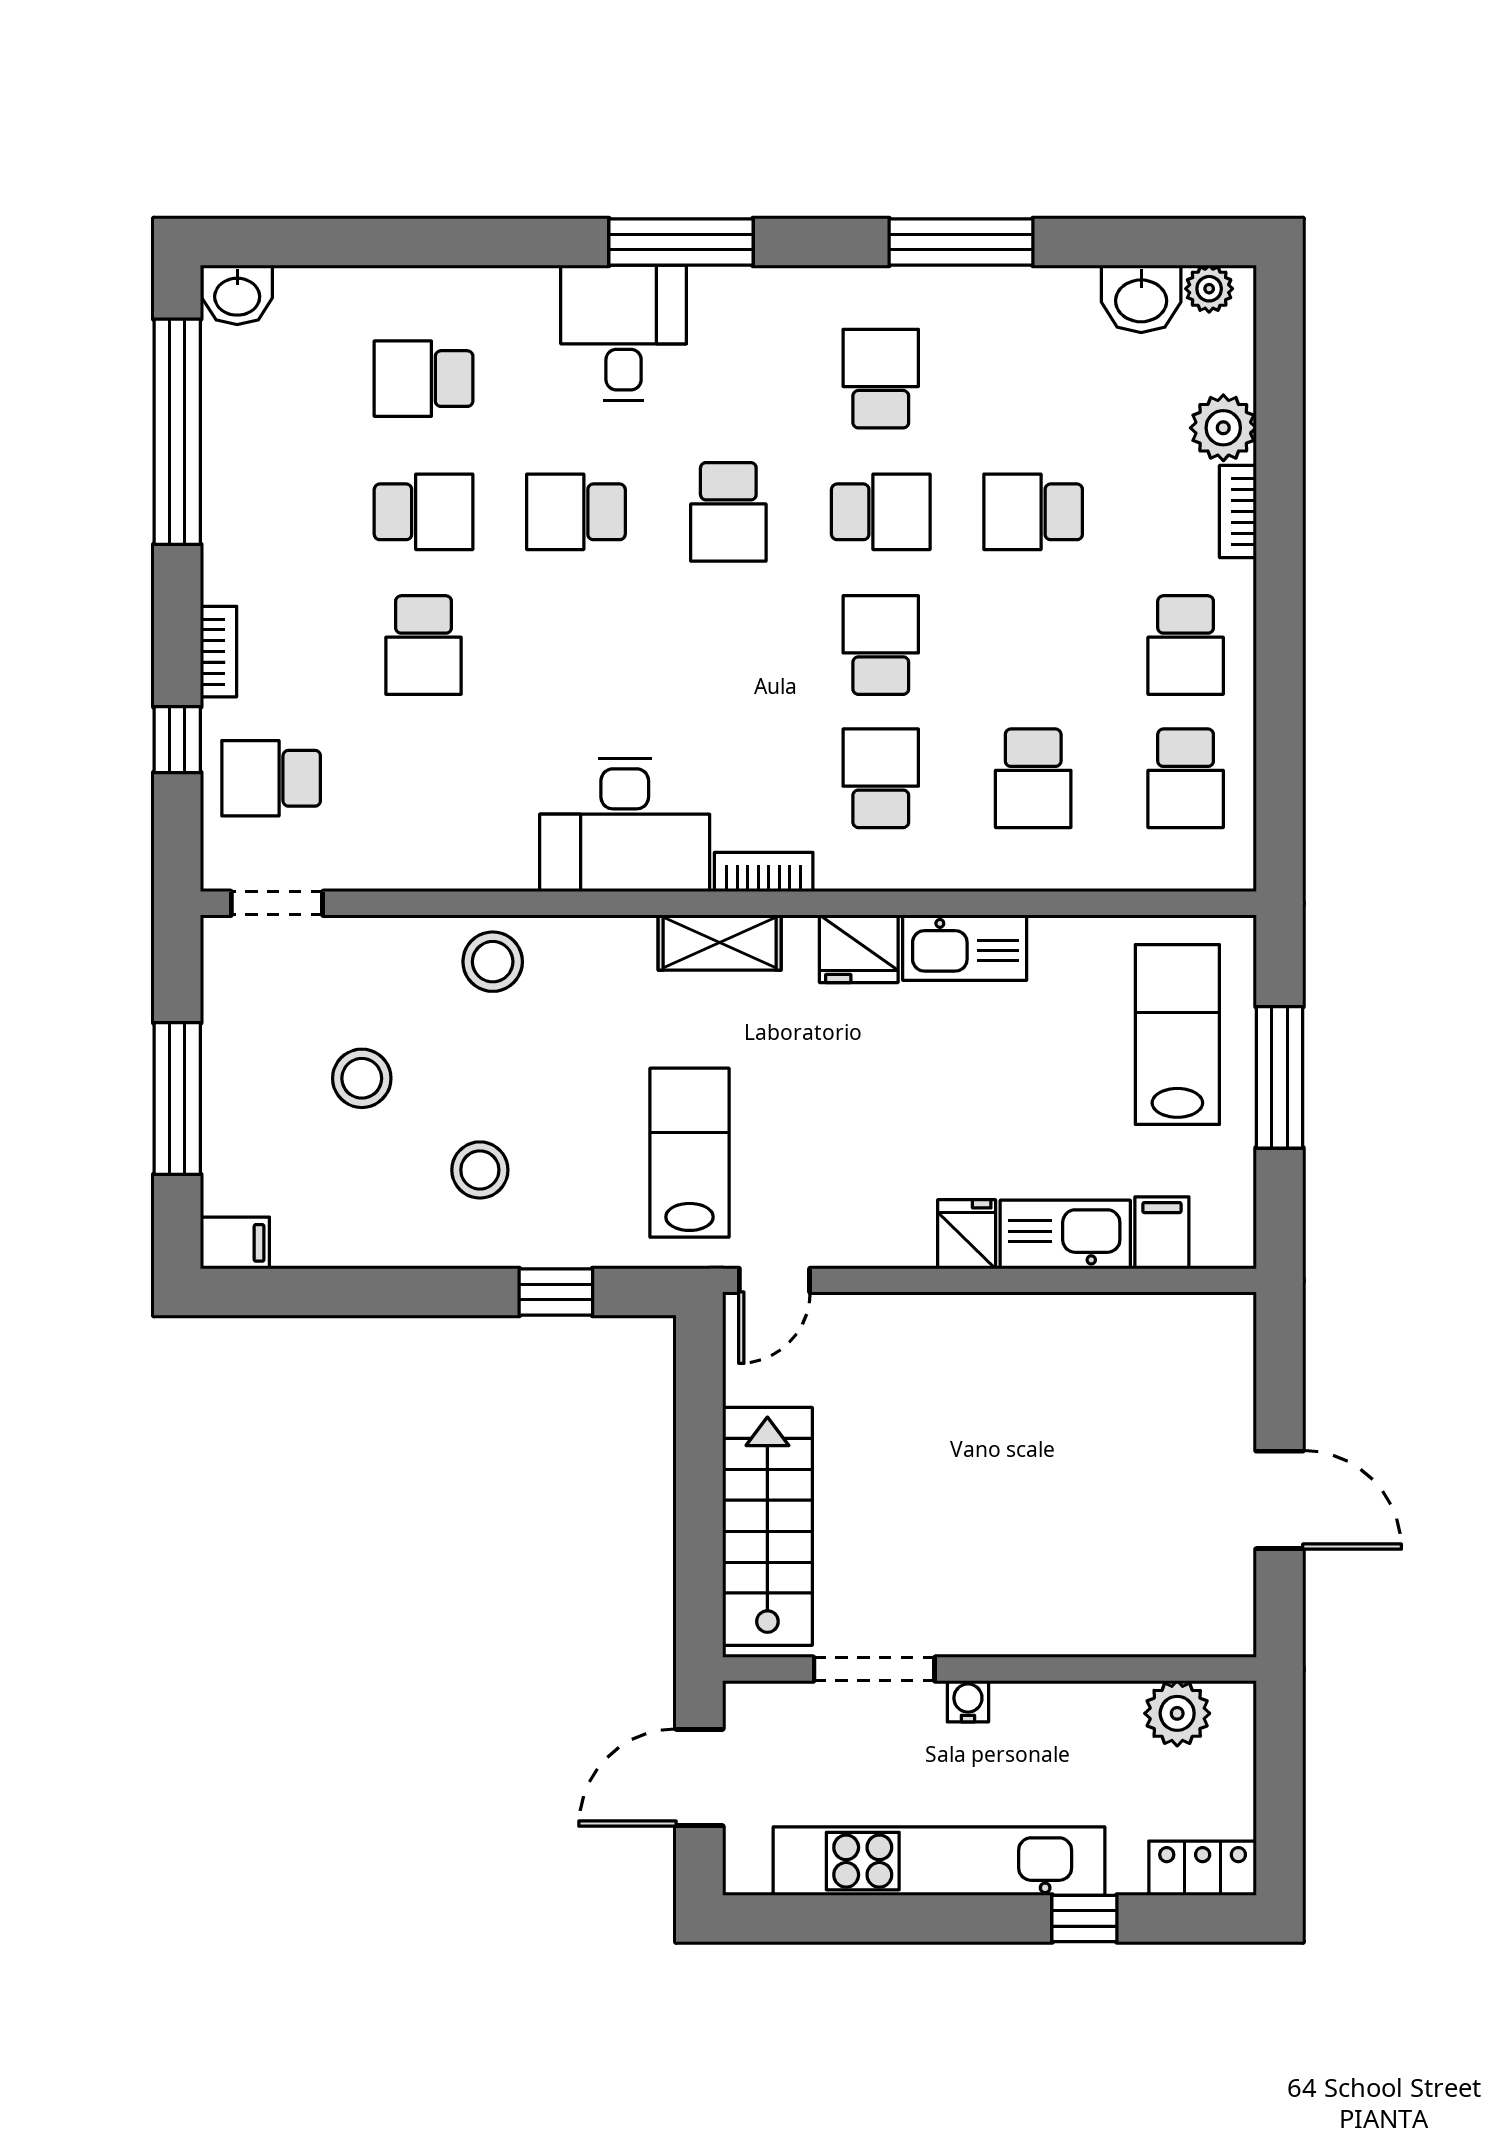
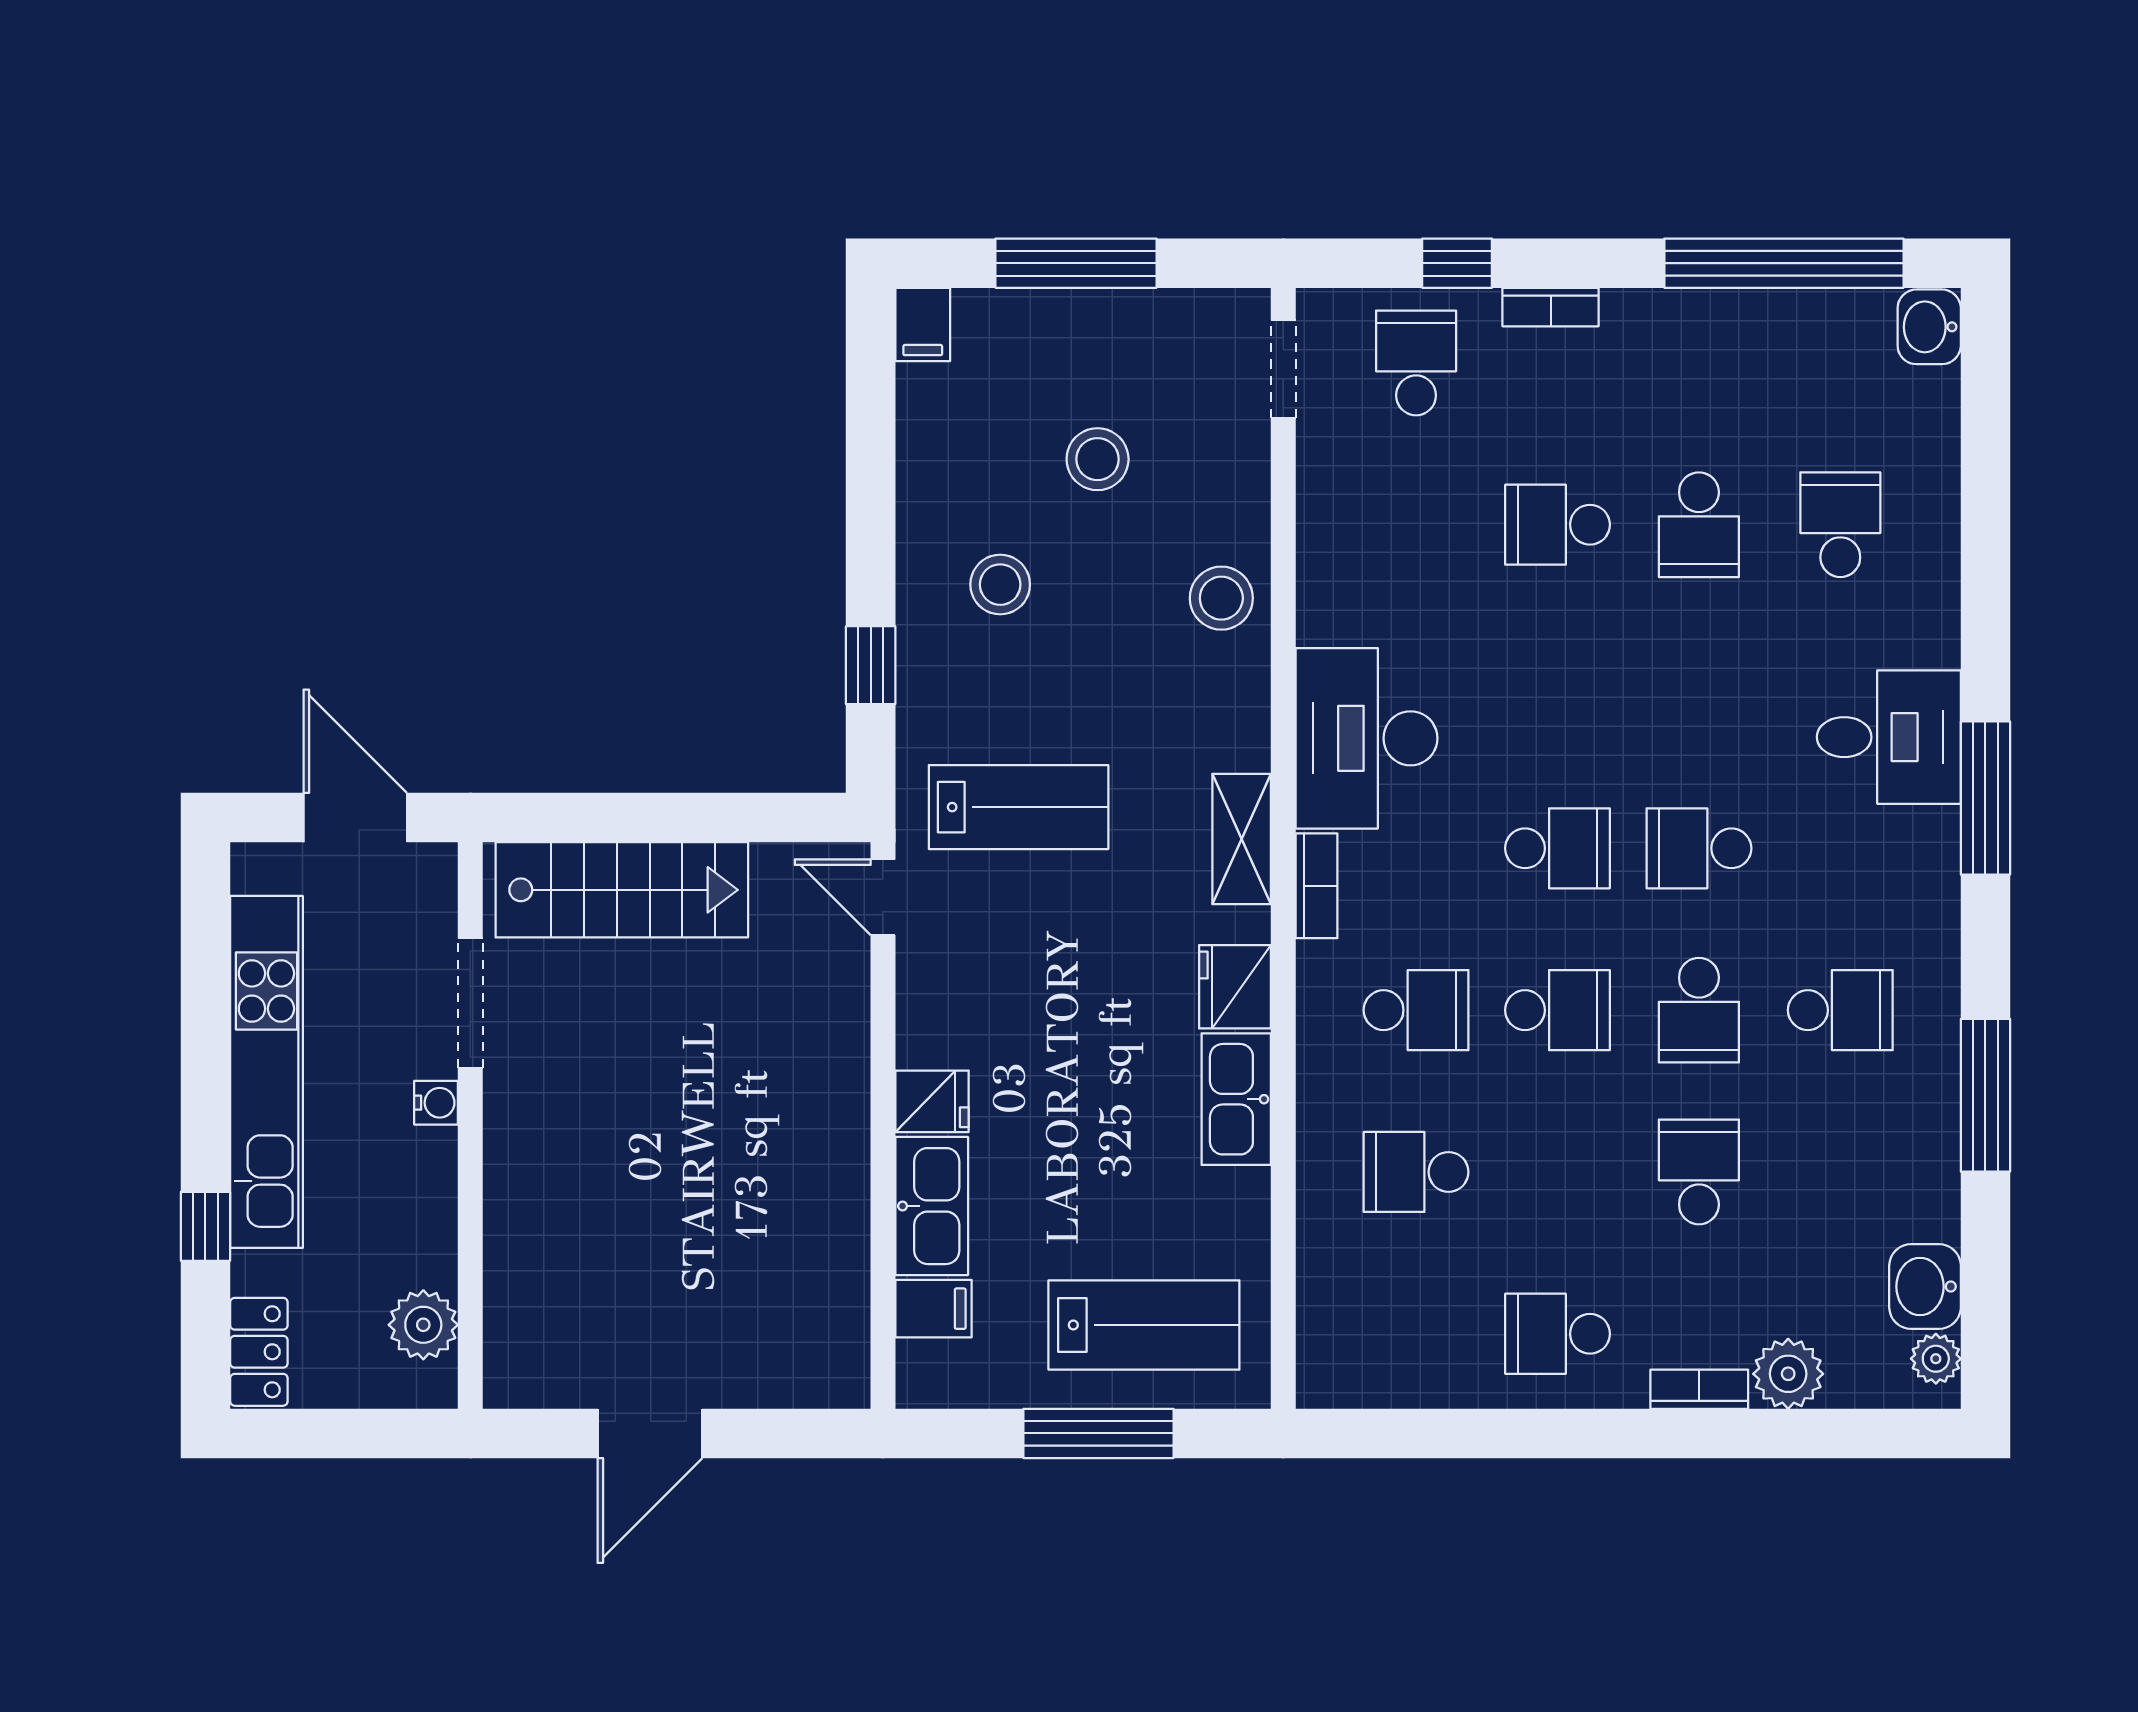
school desk: (576, 512) -> (1557, 848), moved, turned 90
school desk: (1186, 778) -> (1416, 1334), removed

